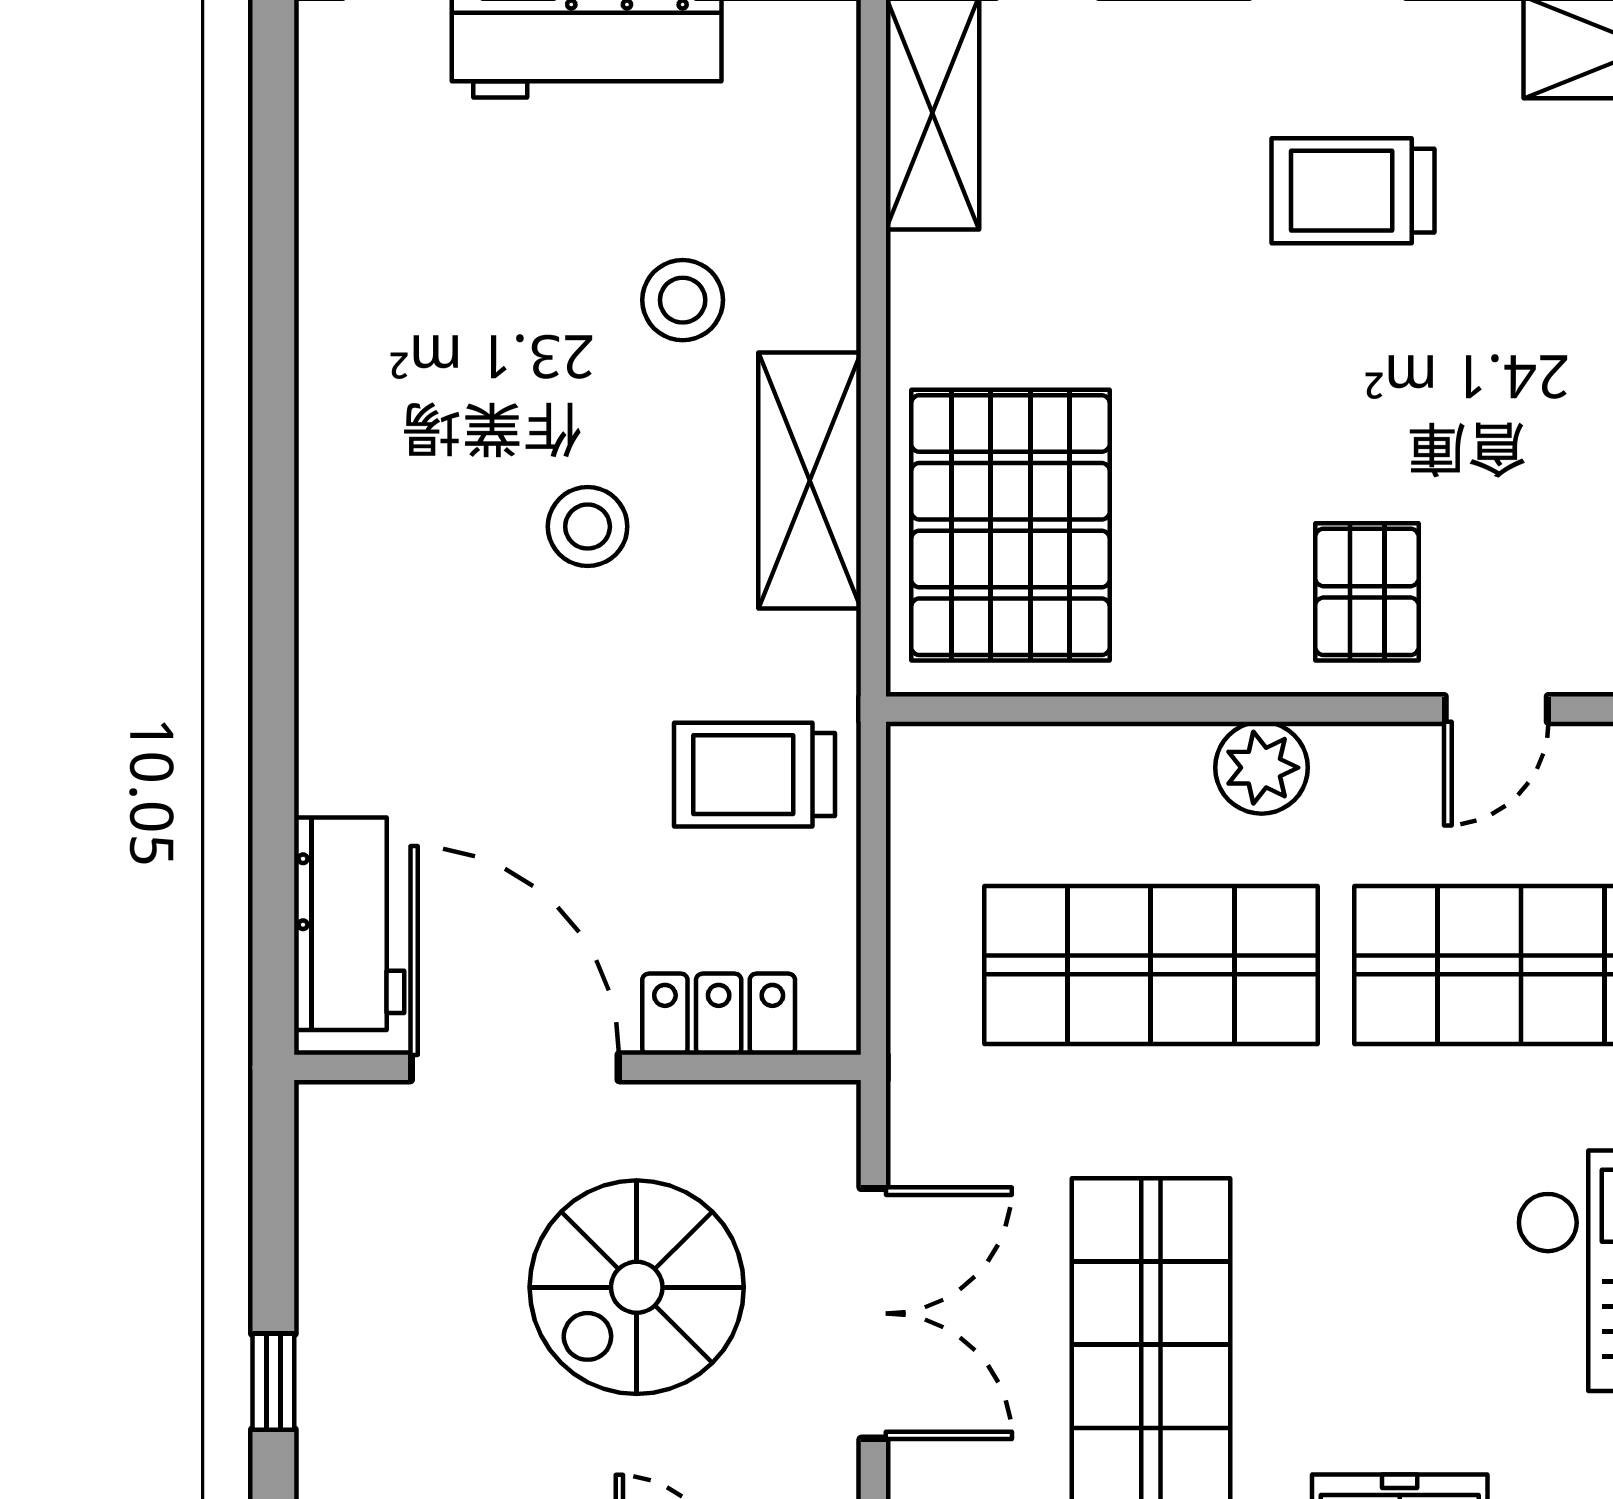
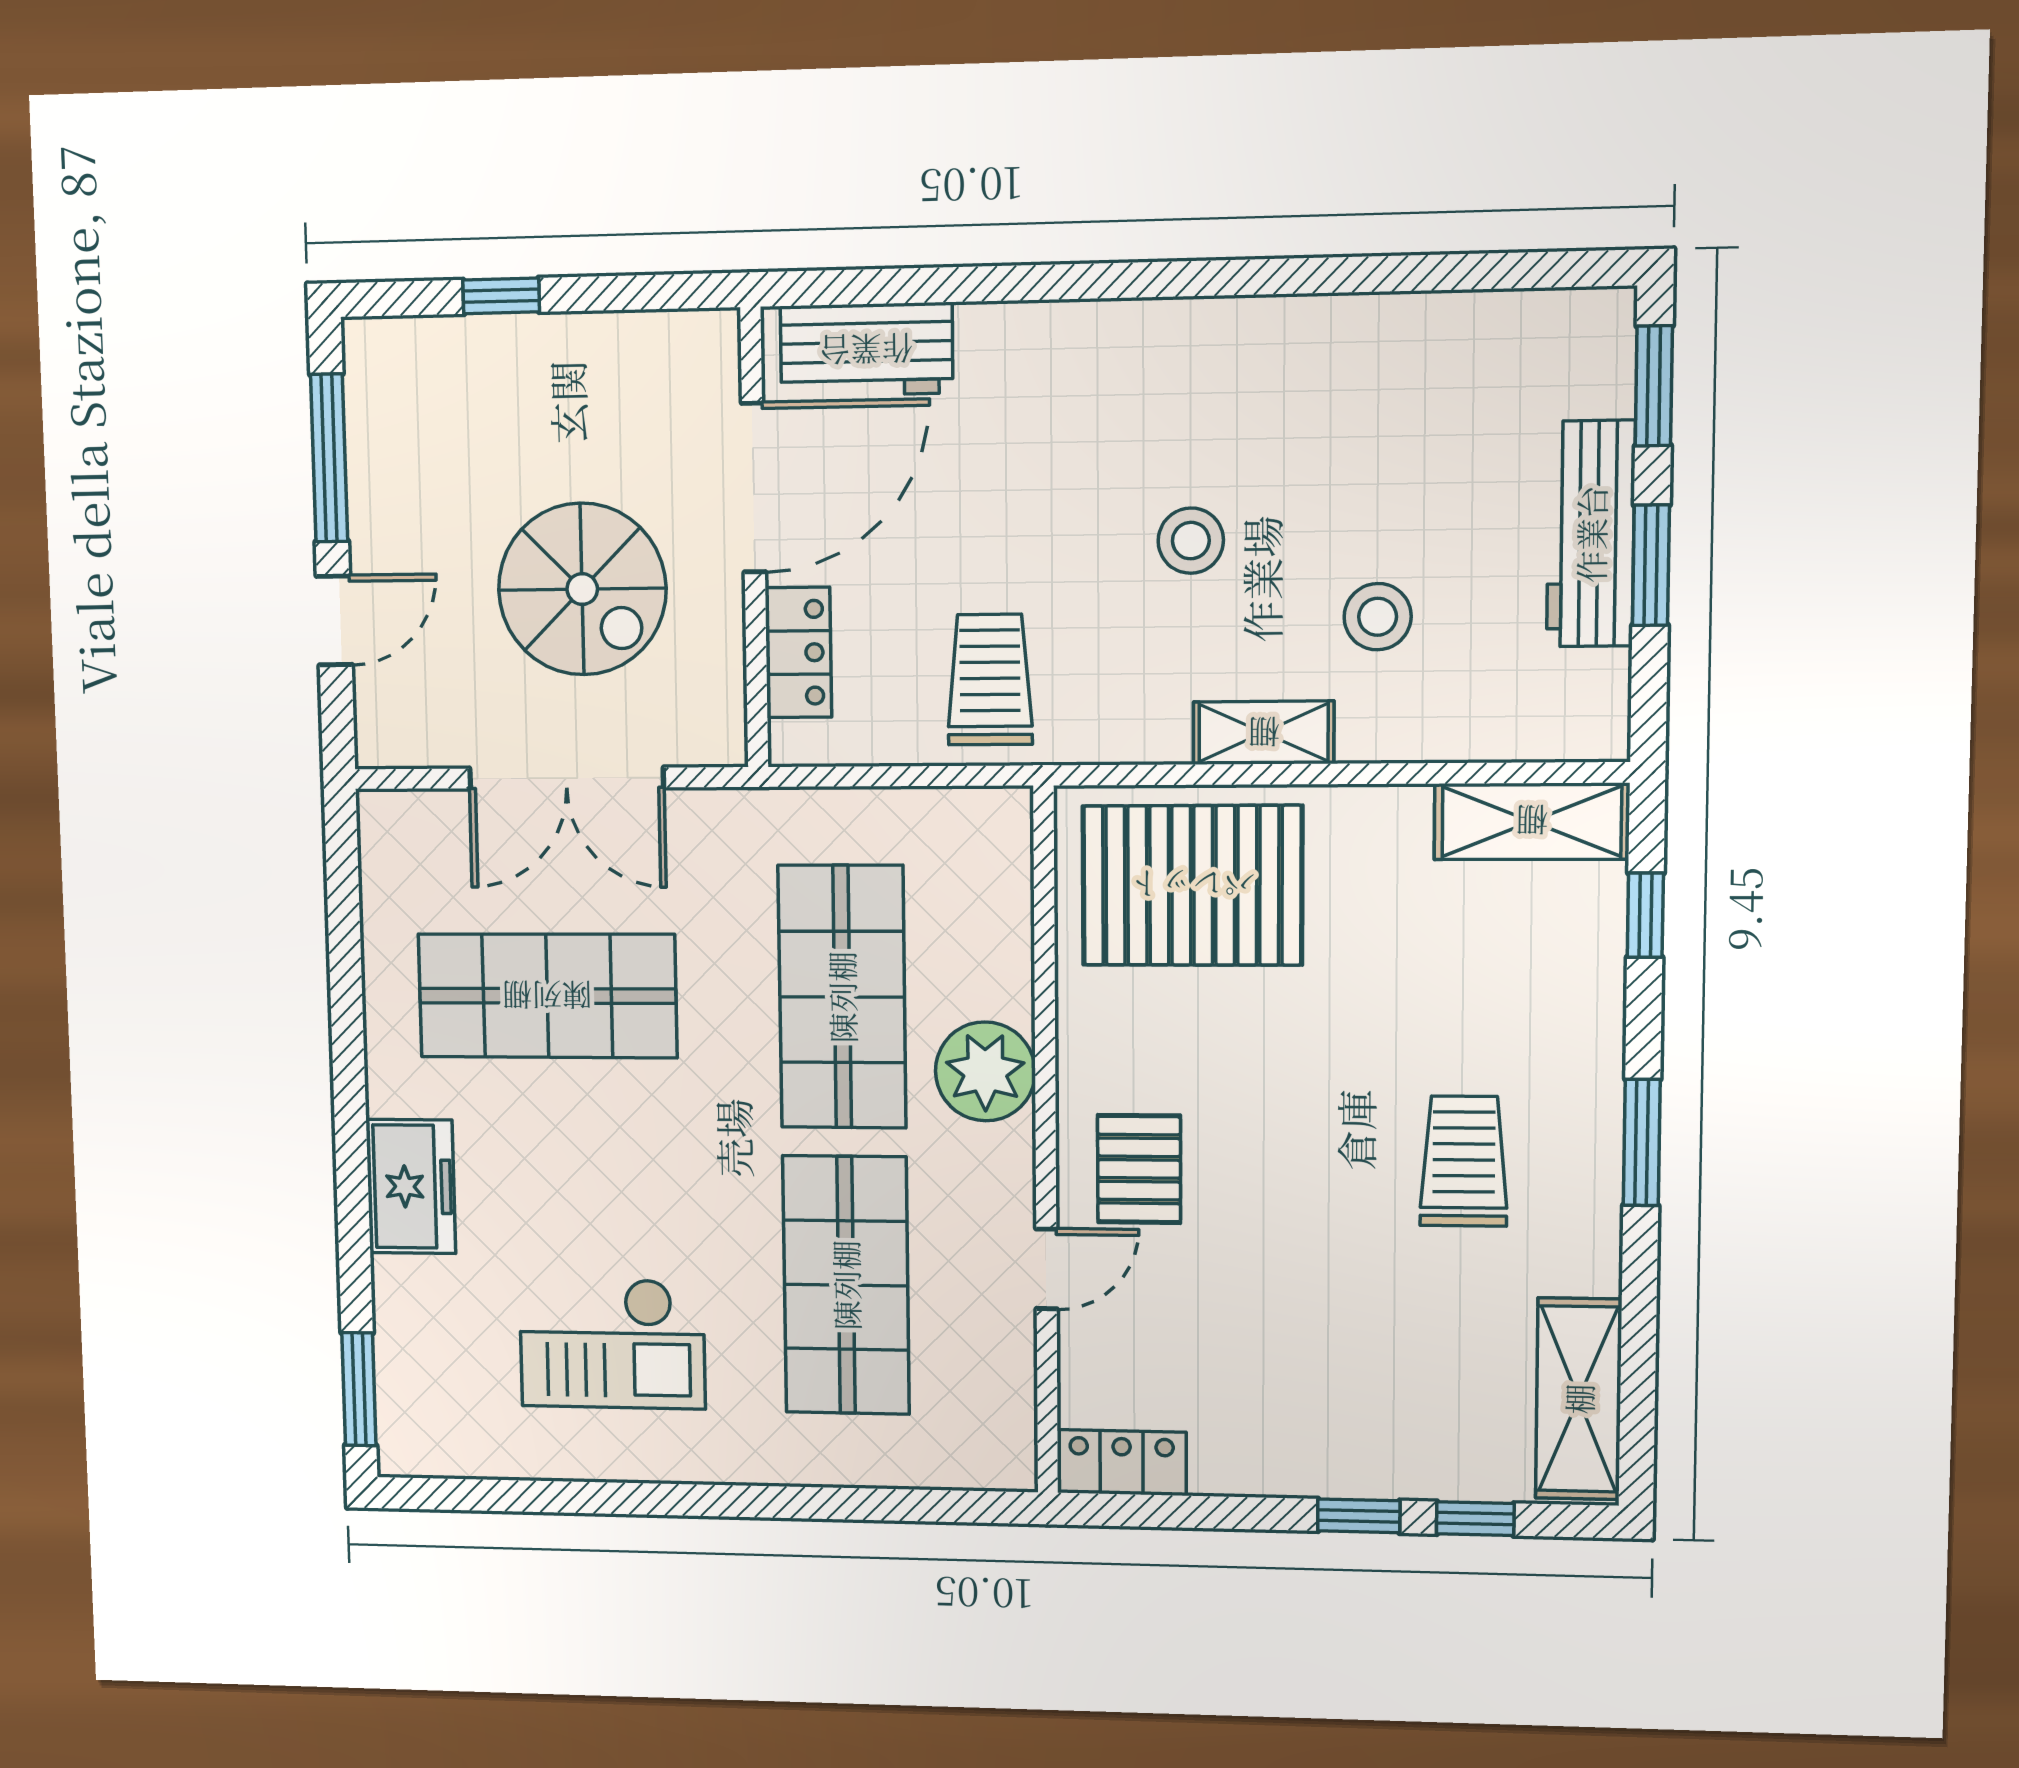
shelving: (810, 481) -> (1264, 733), width x0.67, depth x0.75
pallet: (1367, 592) -> (1139, 1169), turned 90
door: (1496, 709) -> (1046, 1269), swing flipped
plant: (1262, 768) -> (985, 1071), width x1.36, depth x1.36
spiral stairs: (637, 1287) -> (582, 589), turned 180

